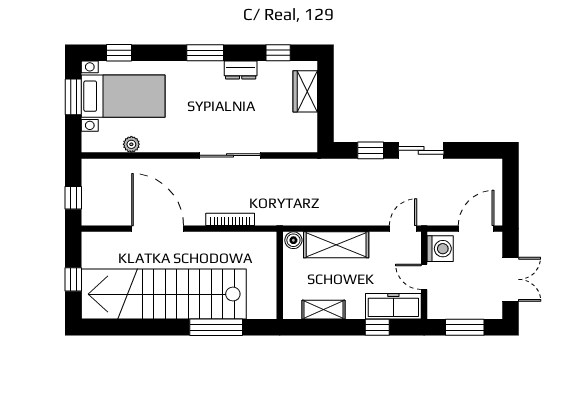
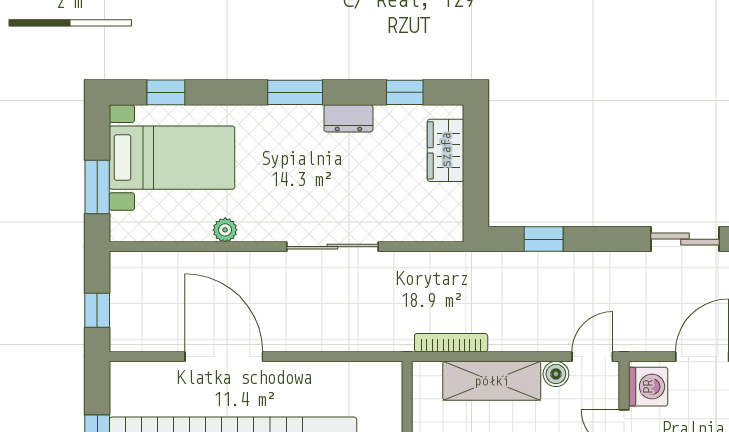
window: (73, 97) -> (97, 187), moved
plant: (131, 144) -> (225, 230), moved
sliding door: (421, 150) -> (685, 239), moved
bookcase: (230, 219) -> (451, 343), moved
boiler: (293, 240) -> (556, 374), moved

